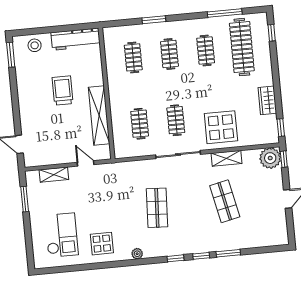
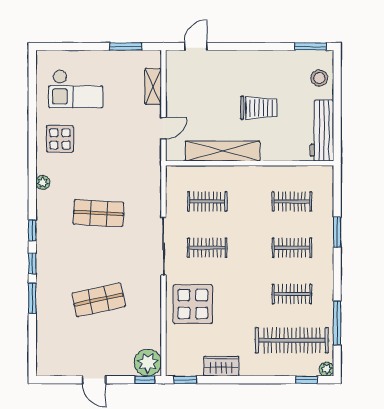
plant: (262, 18) -> (327, 369), added
shelving: (226, 158) -> (153, 307), removed

